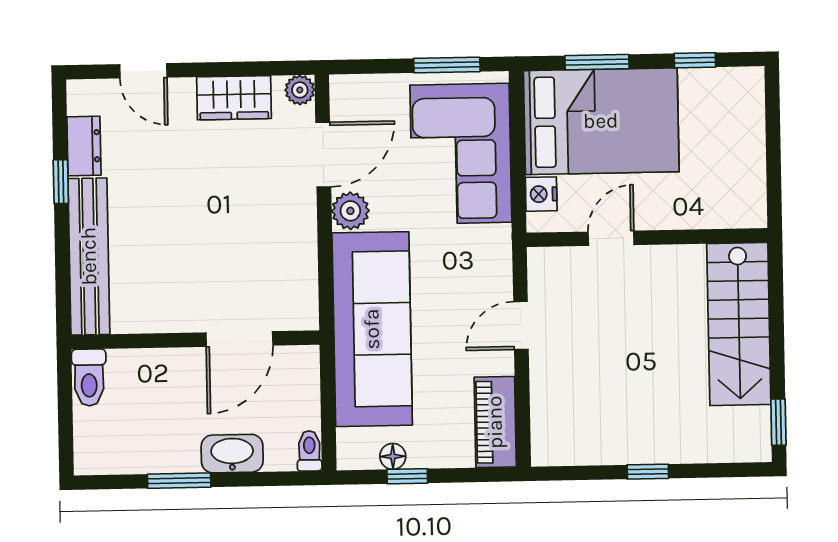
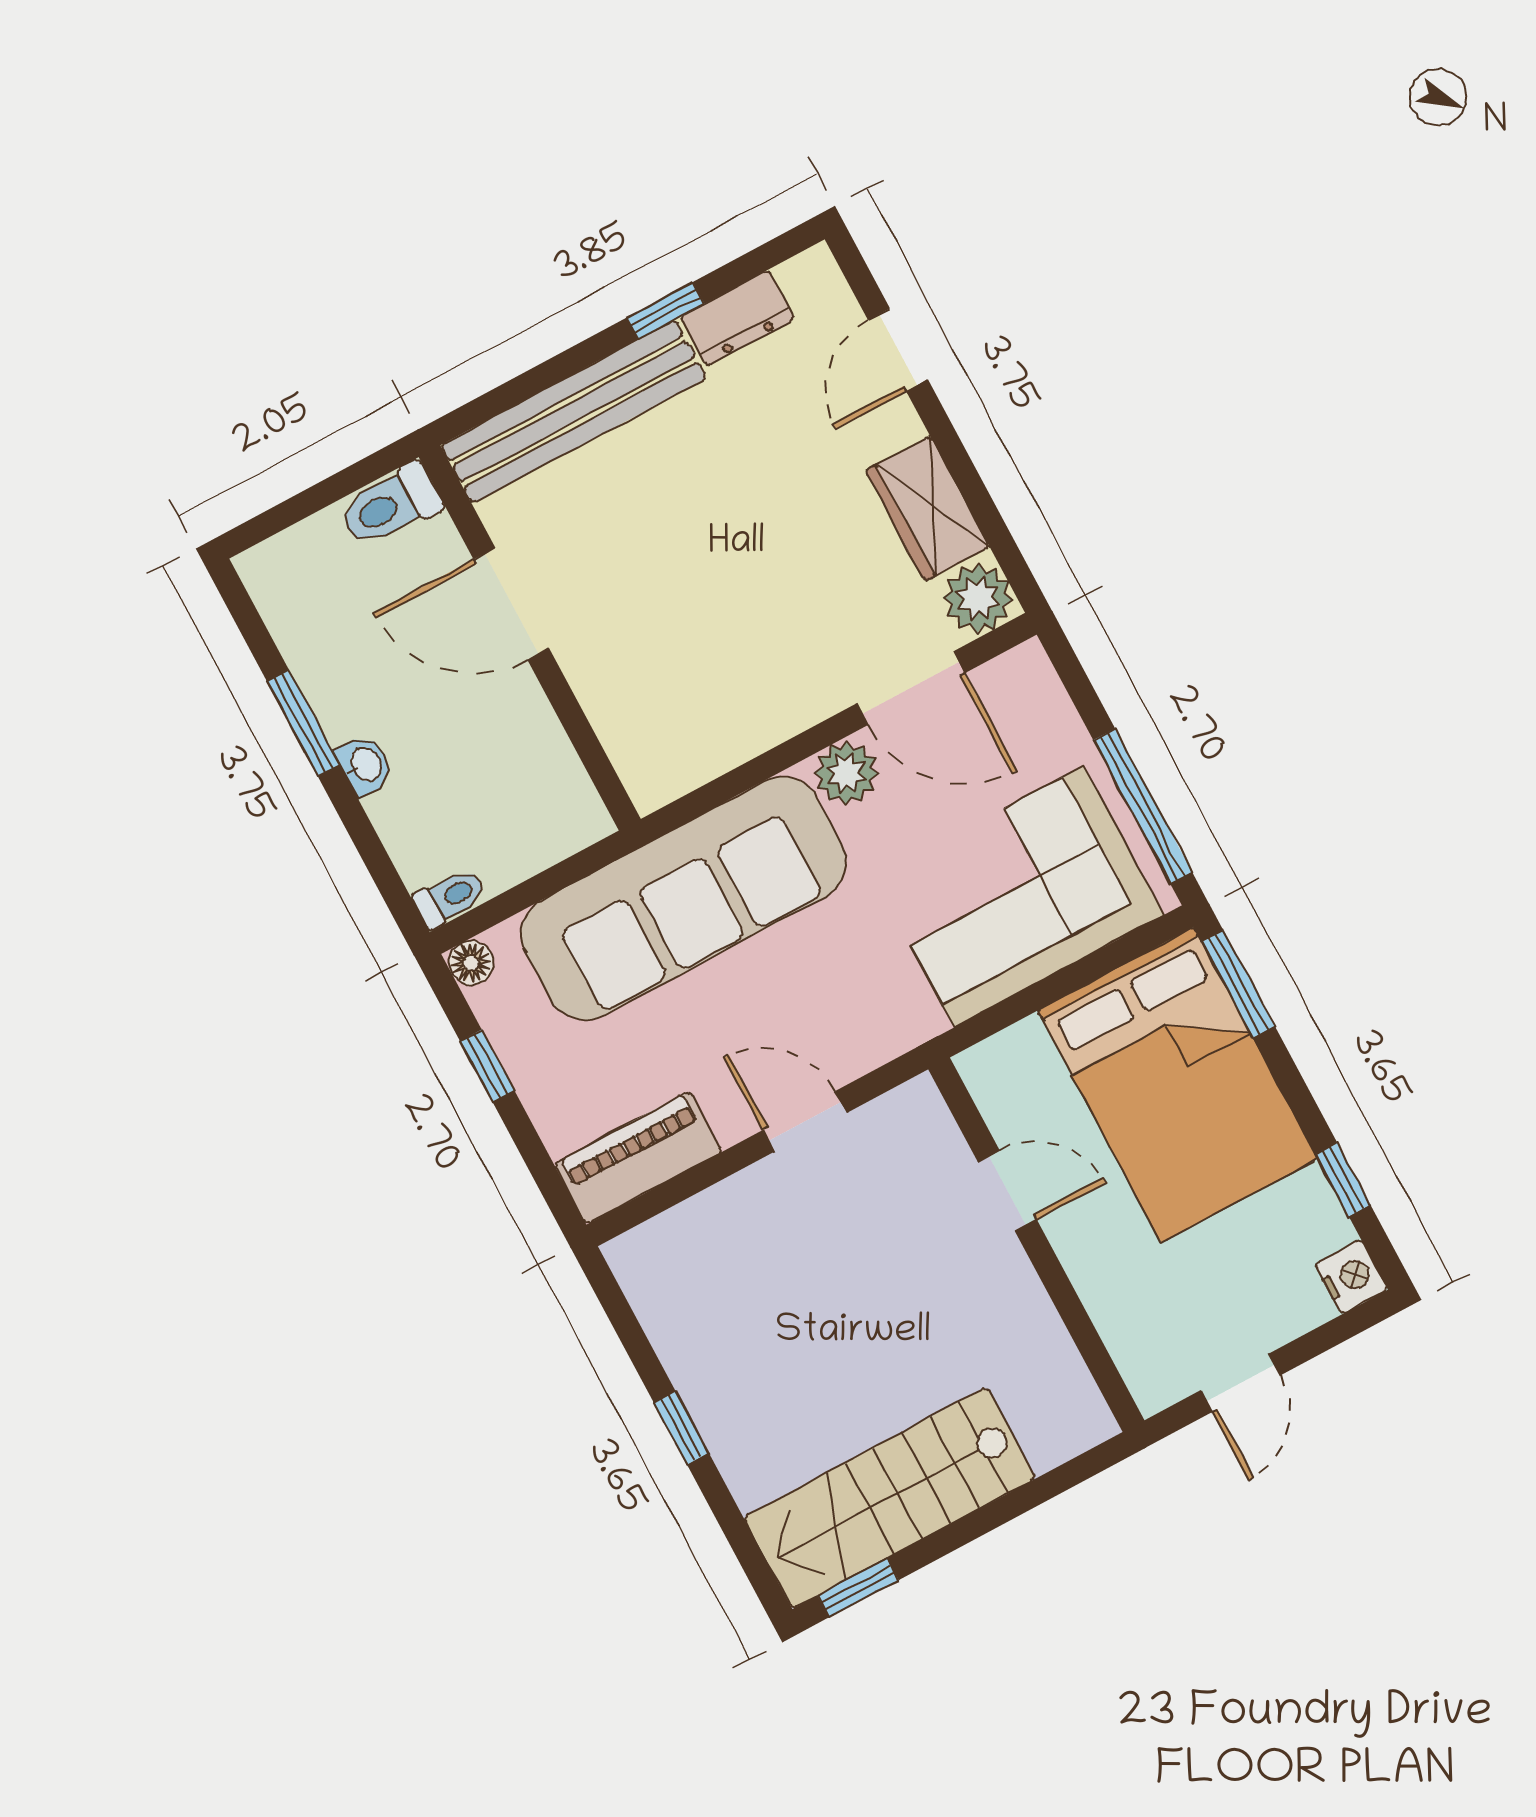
window: (597, 62) -> (1238, 984), moved
window: (447, 65) -> (1143, 806), width x1.44
plant: (300, 90) -> (978, 599), width x1.38, depth x1.38
door: (774, 168) -> (1241, 1383), added
nightstand: (541, 194) -> (1351, 1277), moved, turned 90
stairs: (739, 324) -> (890, 1498), moved
door: (239, 339) -> (511, 604), moved
washbasin: (232, 454) -> (365, 765), width x0.52, depth x0.69
floor lamp: (393, 456) -> (471, 963), moved

